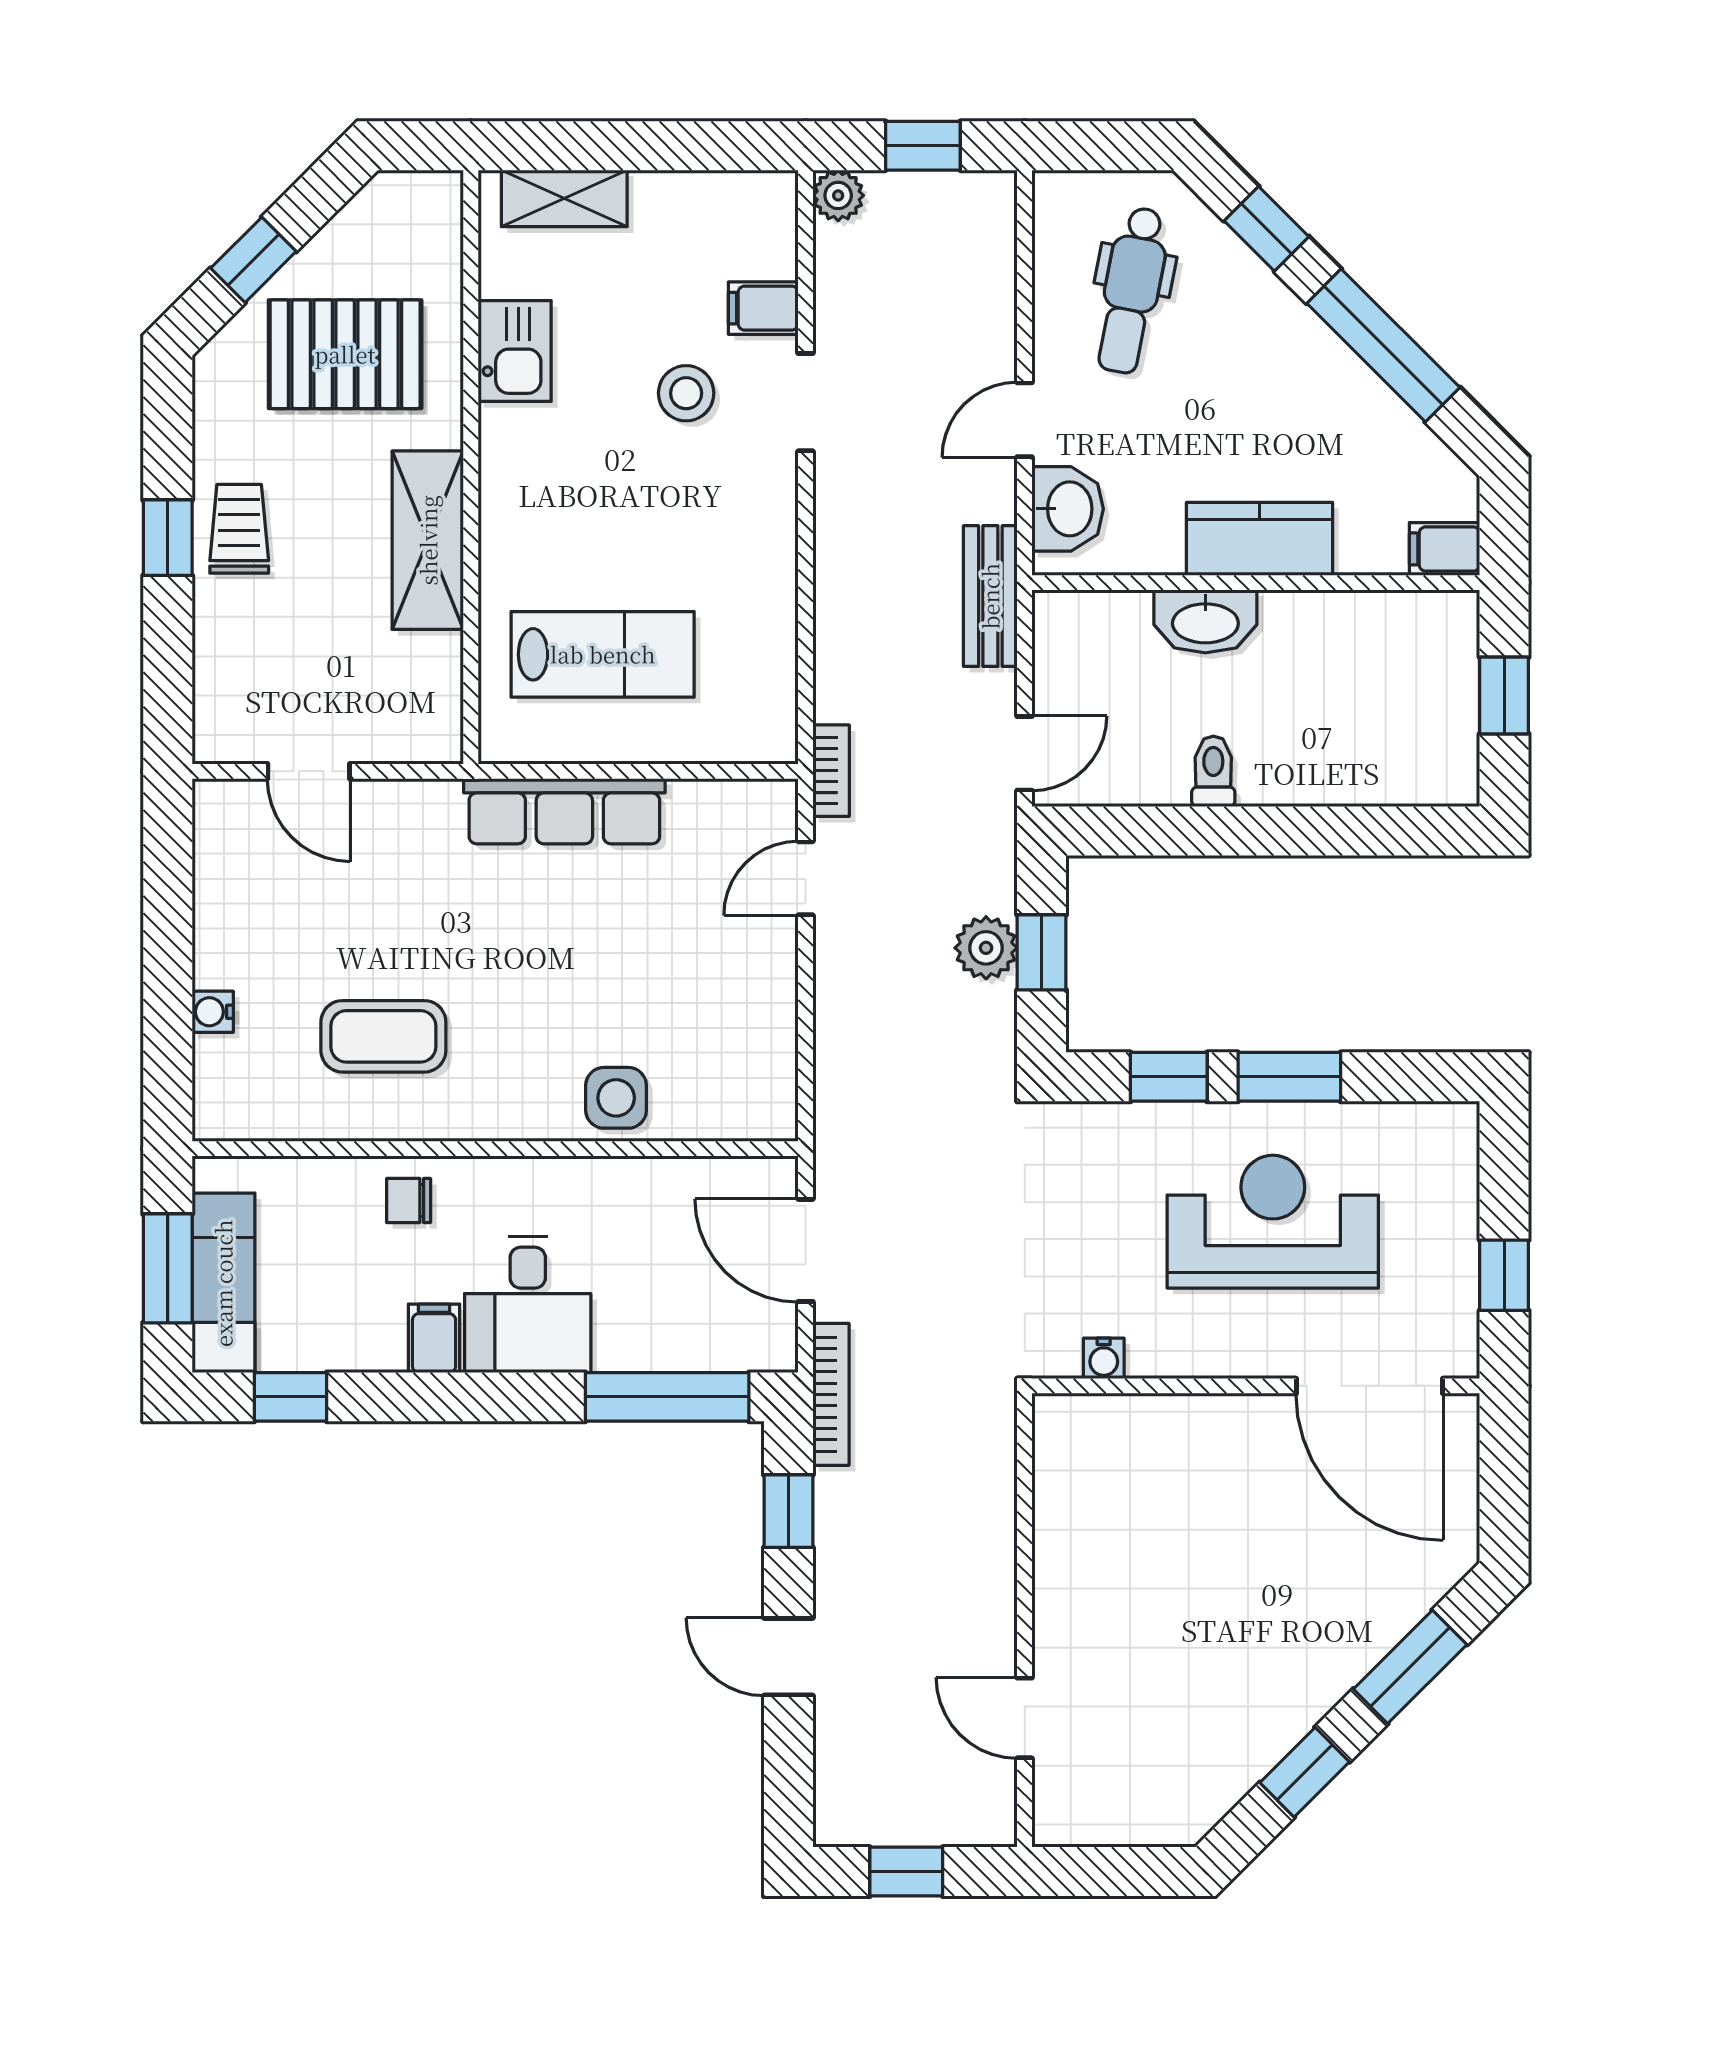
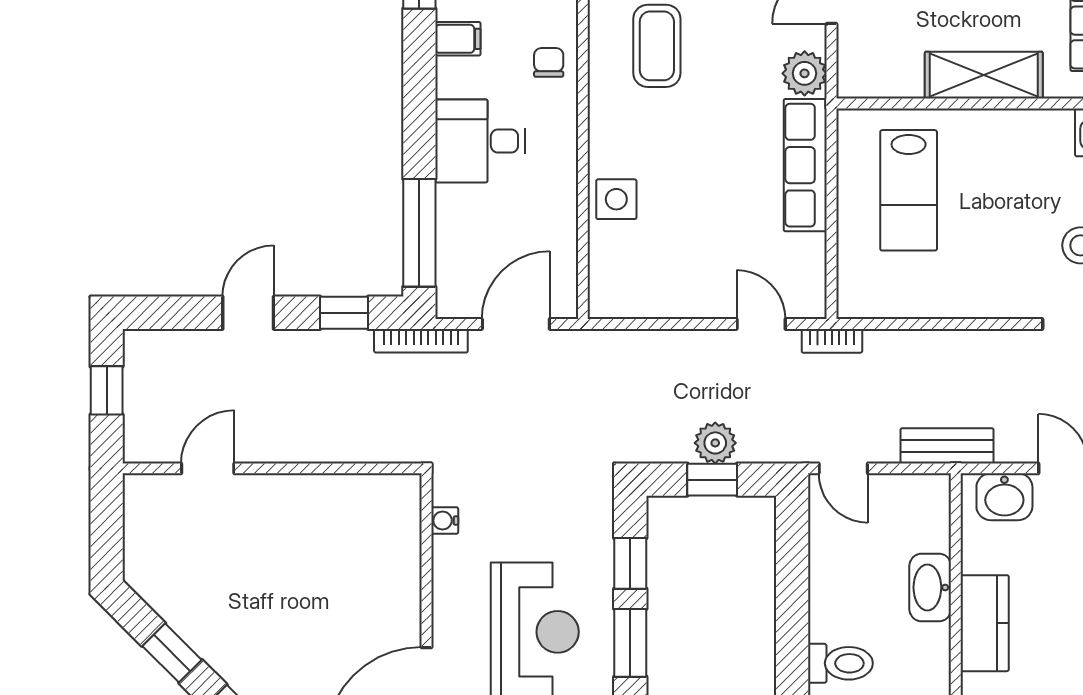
toilet: (1213, 771) -> (840, 663), moved, width x1.37, depth x1.39
plant: (425, 812) -> (805, 73), added
filing cabinet: (434, 1338) -> (458, 39), moved

